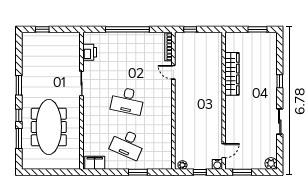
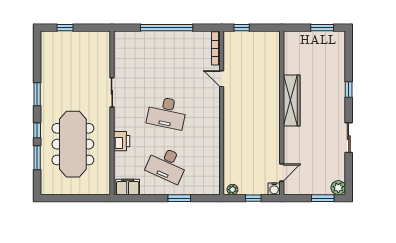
printer: (90, 52) -> (122, 141), moved
wardrobe: (232, 74) -> (292, 100), moved
window: (242, 172) -> (323, 198), moved

